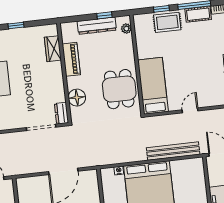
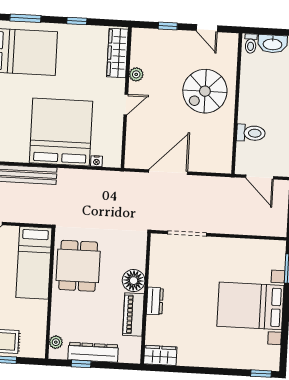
window: (16, 25) -> (197, 370), removed
wardrobe: (53, 49) -> (160, 355), moved, turned -90
floor lamp: (77, 98) -> (134, 281), moved
dresser: (61, 113) -> (155, 301), moved

